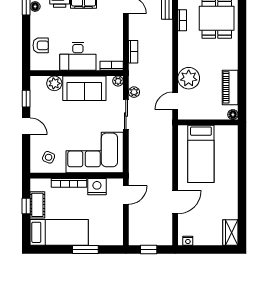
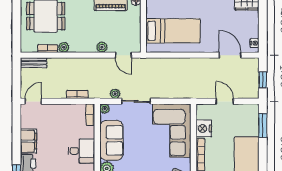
plant: (183, 37) -> (64, 47), added
desk: (78, 56) -> (81, 151), width x0.73
plant: (189, 78) -> (102, 47), width x0.53, depth x0.53
door: (126, 195) -> (225, 101), moved
door: (175, 202) -> (230, 55), moved
window: (85, 249) -> (263, 126), moved

